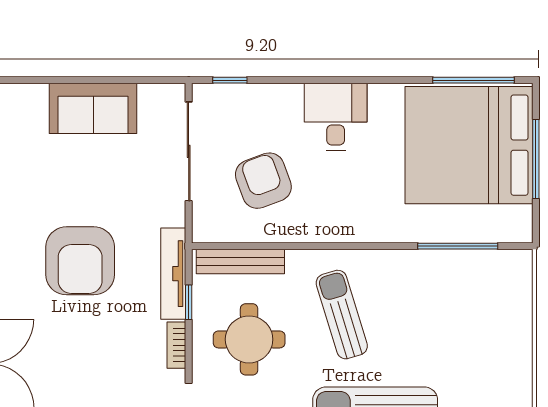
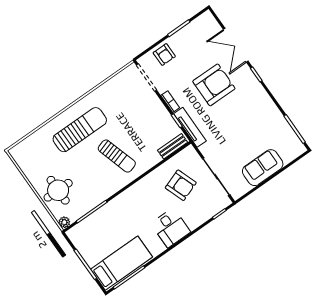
bed: (469, 145) -> (122, 263), width x0.49
armchair: (80, 261) -> (214, 85), moved, turned 90
bench: (240, 261) -> (173, 146), width x0.73
plant: (520, 262) -> (64, 222), added
round table: (249, 339) -> (58, 190), moved

